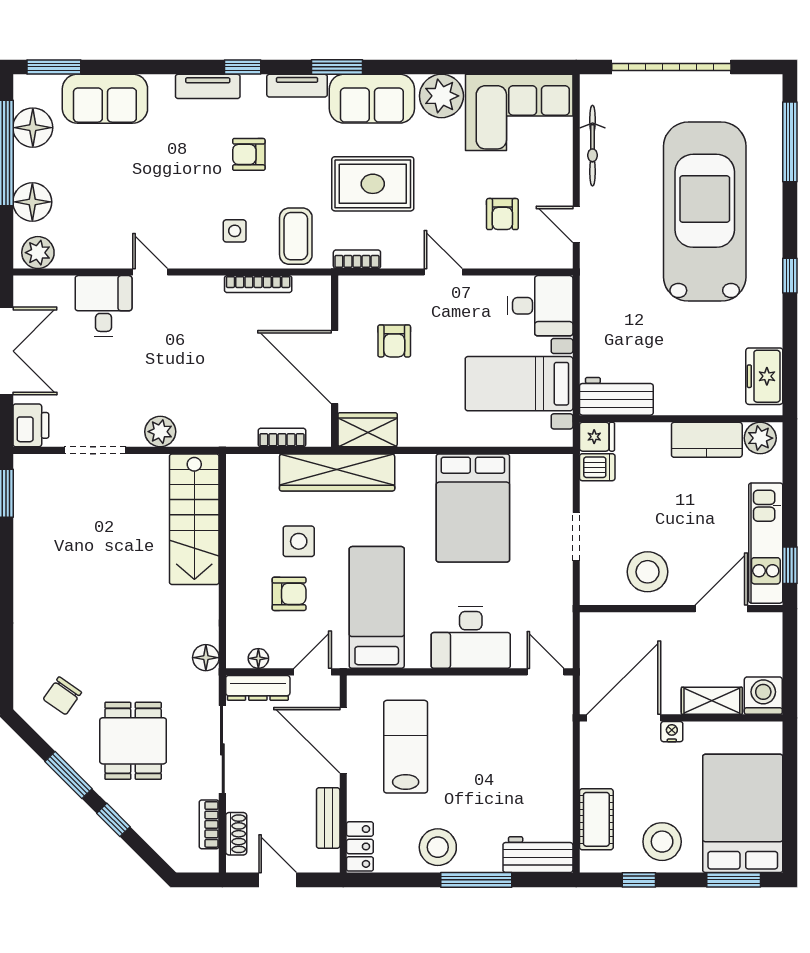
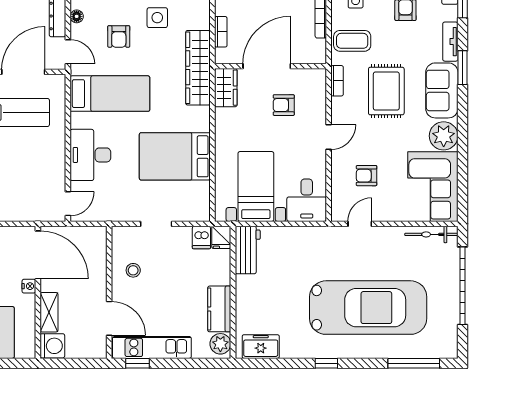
bicycle: (593, 146) -> (431, 234), moved
side table: (299, 541) -> (157, 18), moved
stool: (648, 572) -> (133, 270), width x0.53, depth x0.53

